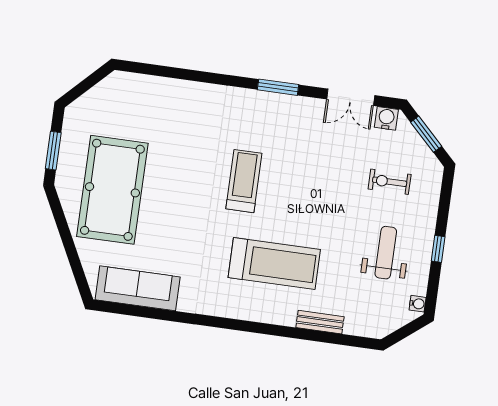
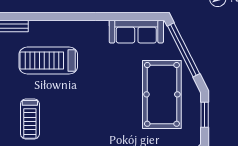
treadmill: (244, 181) -> (30, 119), moved
window: (71, 251) -> (184, 50), added

